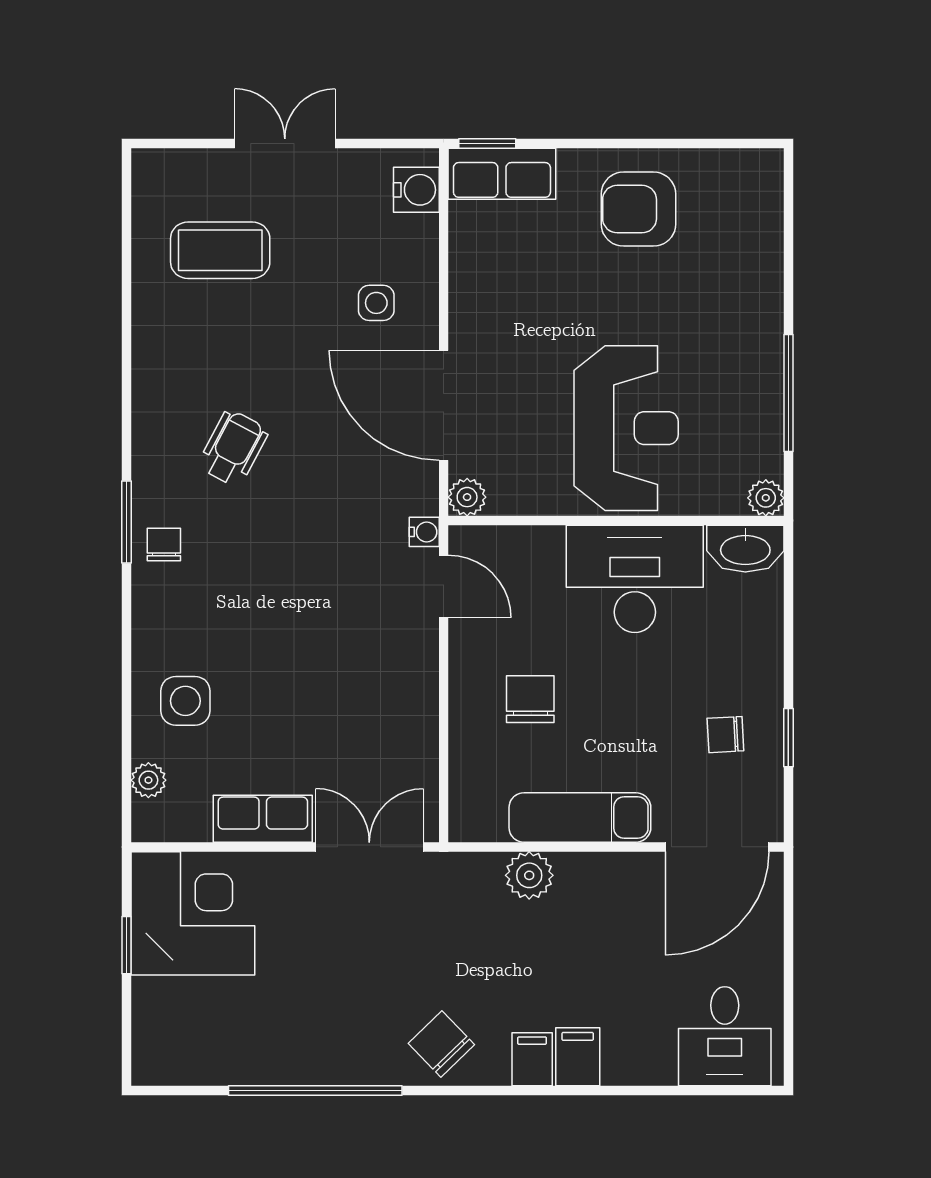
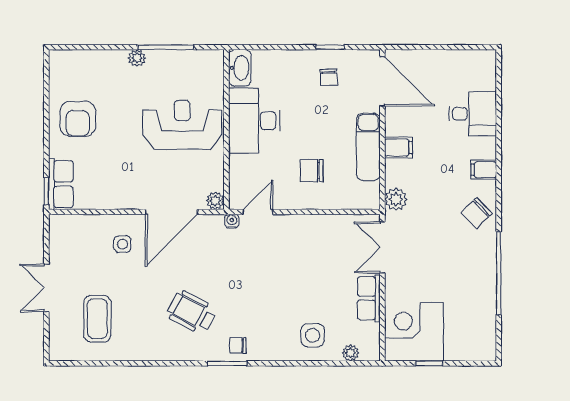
water cooler: (416, 190) -> (68, 225), removed
wheelchair: (233, 448) -> (192, 312), width x1.36, depth x1.37
plant: (766, 498) -> (137, 58), moved
plant: (529, 875) -> (396, 199), moved
desk: (725, 1036) -> (473, 114), moved
filing cabinet: (578, 1057) -> (398, 147), moved, turned 180

